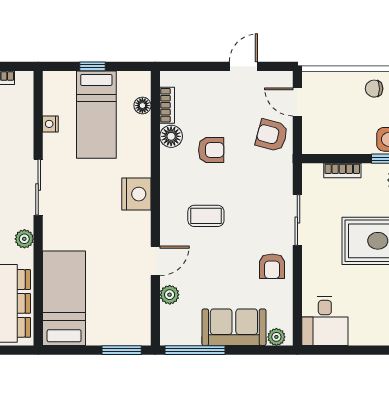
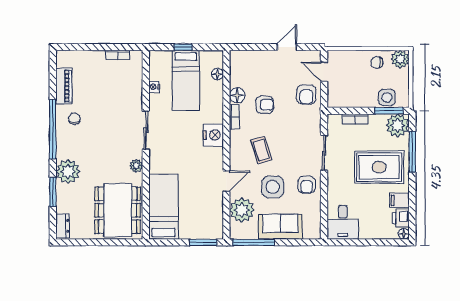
bookcase: (167, 105) -> (234, 117), moved
armchair: (272, 135) -> (306, 95), turned -105
coffee table: (206, 216) -> (261, 150), turned 73
side table: (223, 270) -> (273, 187), added
plant: (170, 295) -> (242, 210), width x1.88, depth x1.88
plant: (276, 337) -> (310, 233), removed

